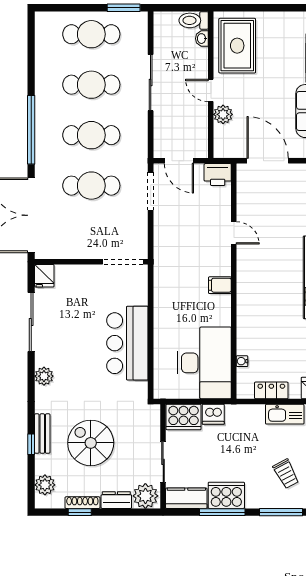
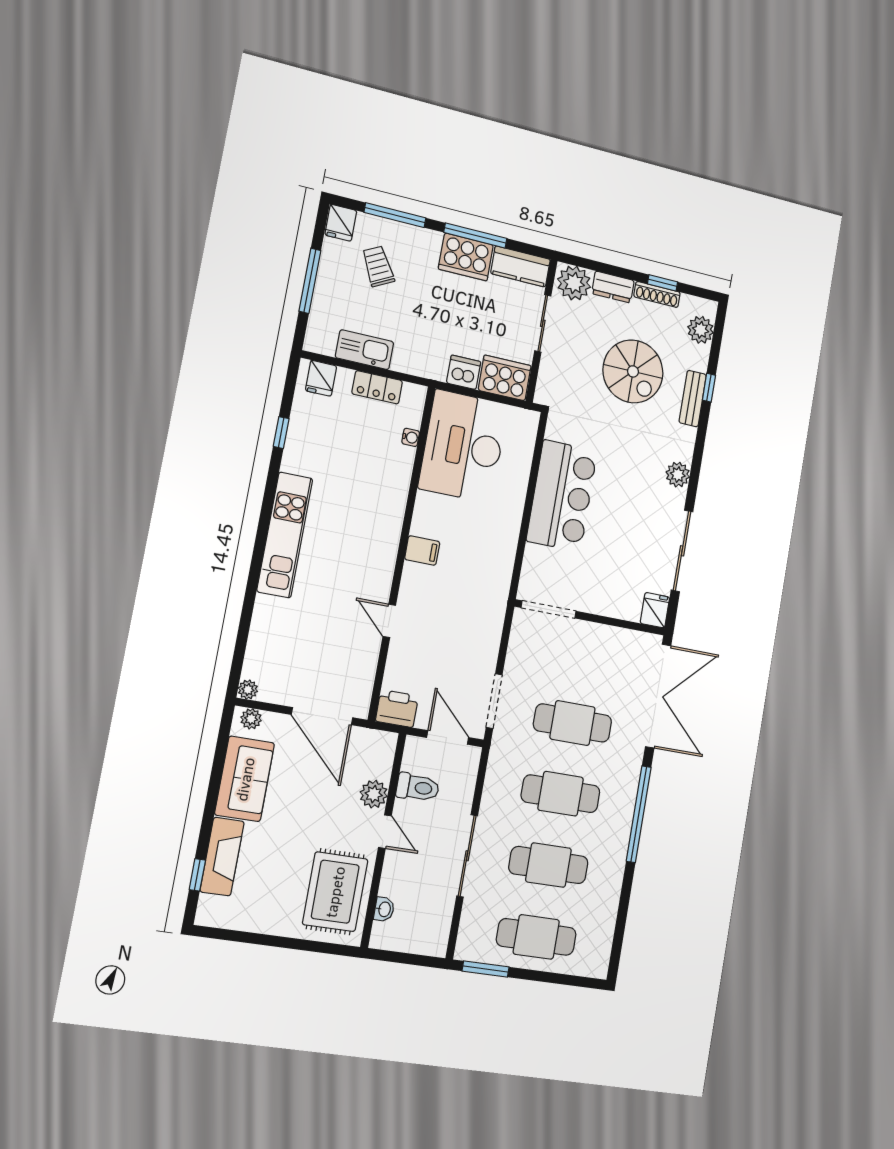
toilet: (194, 20) -> (418, 787), moved

